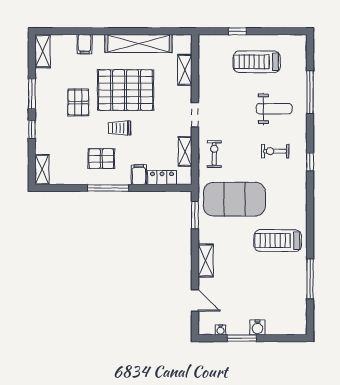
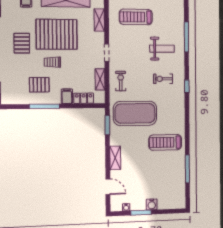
treadmill: (257, 62) -> (136, 17), moved

